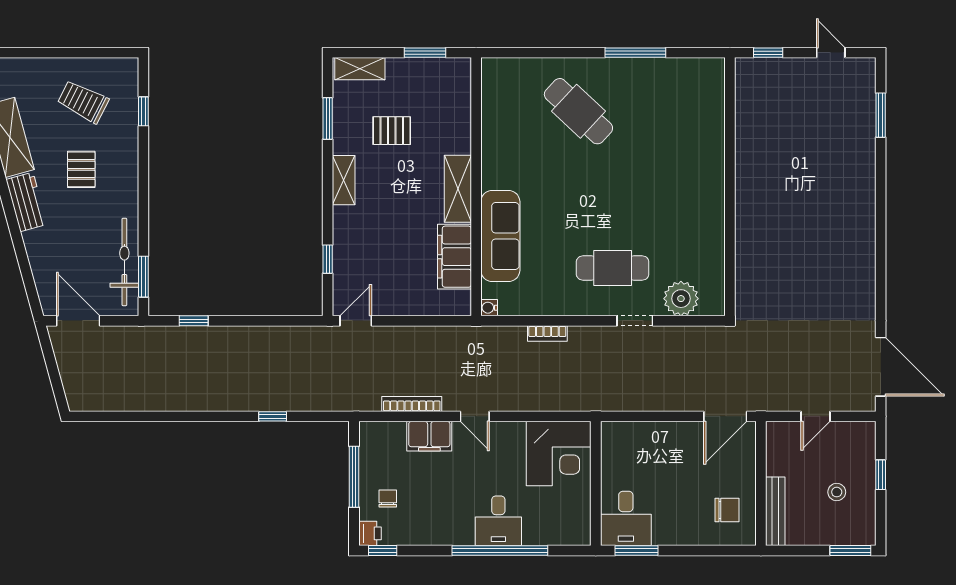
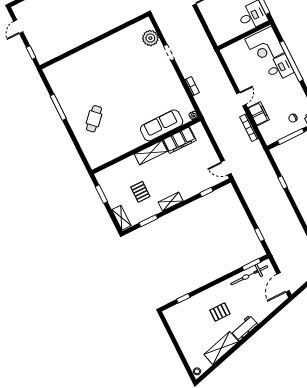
trolley: (83, 102) -> (192, 325), removed
cafe table: (578, 111) -> (94, 119), width x0.73, depth x0.74
cafe table: (613, 268) -> (152, 73), removed
corner desk: (559, 454) -> (265, 46), moved, turned 180

